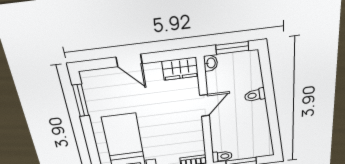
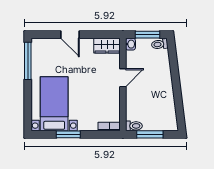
toilet: (255, 95) -> (160, 44), moved
window: (81, 100) -> (28, 61), width x1.44

